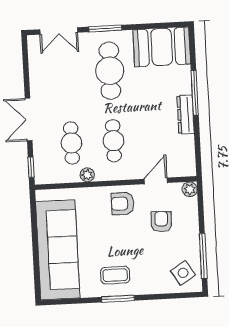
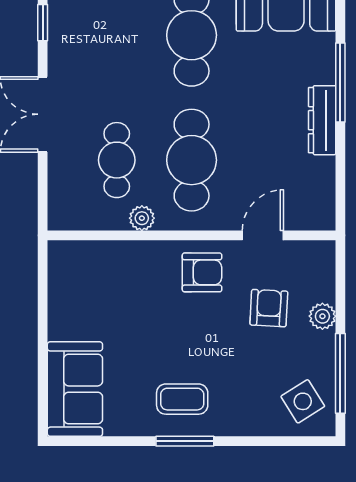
cafe table: (113, 141) -> (192, 160), width x1.37, depth x1.35
window: (31, 167) -> (43, 23), moved
plant: (190, 189) -> (322, 316), moved
armchair: (123, 204) -> (202, 272), turned 180
sofa: (58, 250) -> (75, 389), width x0.54, depth x0.79

